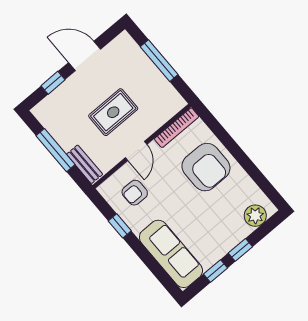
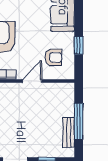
rug: (113, 112) -> (26, 115), removed
bench: (85, 164) -> (69, 133), moved

